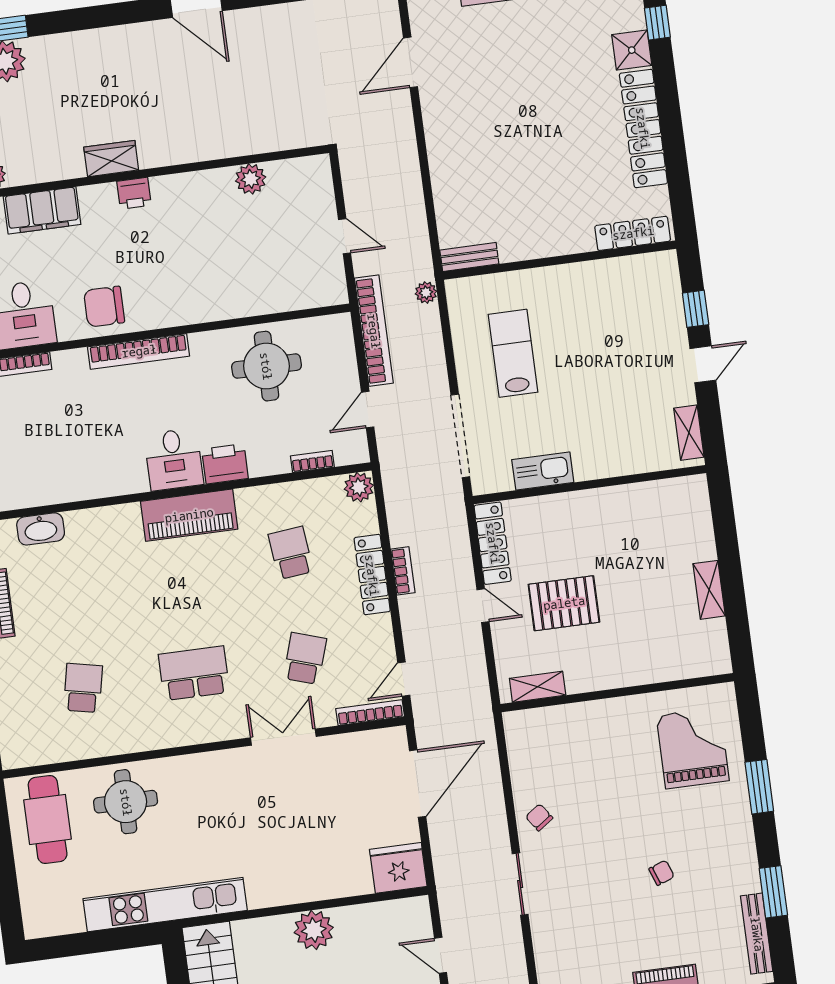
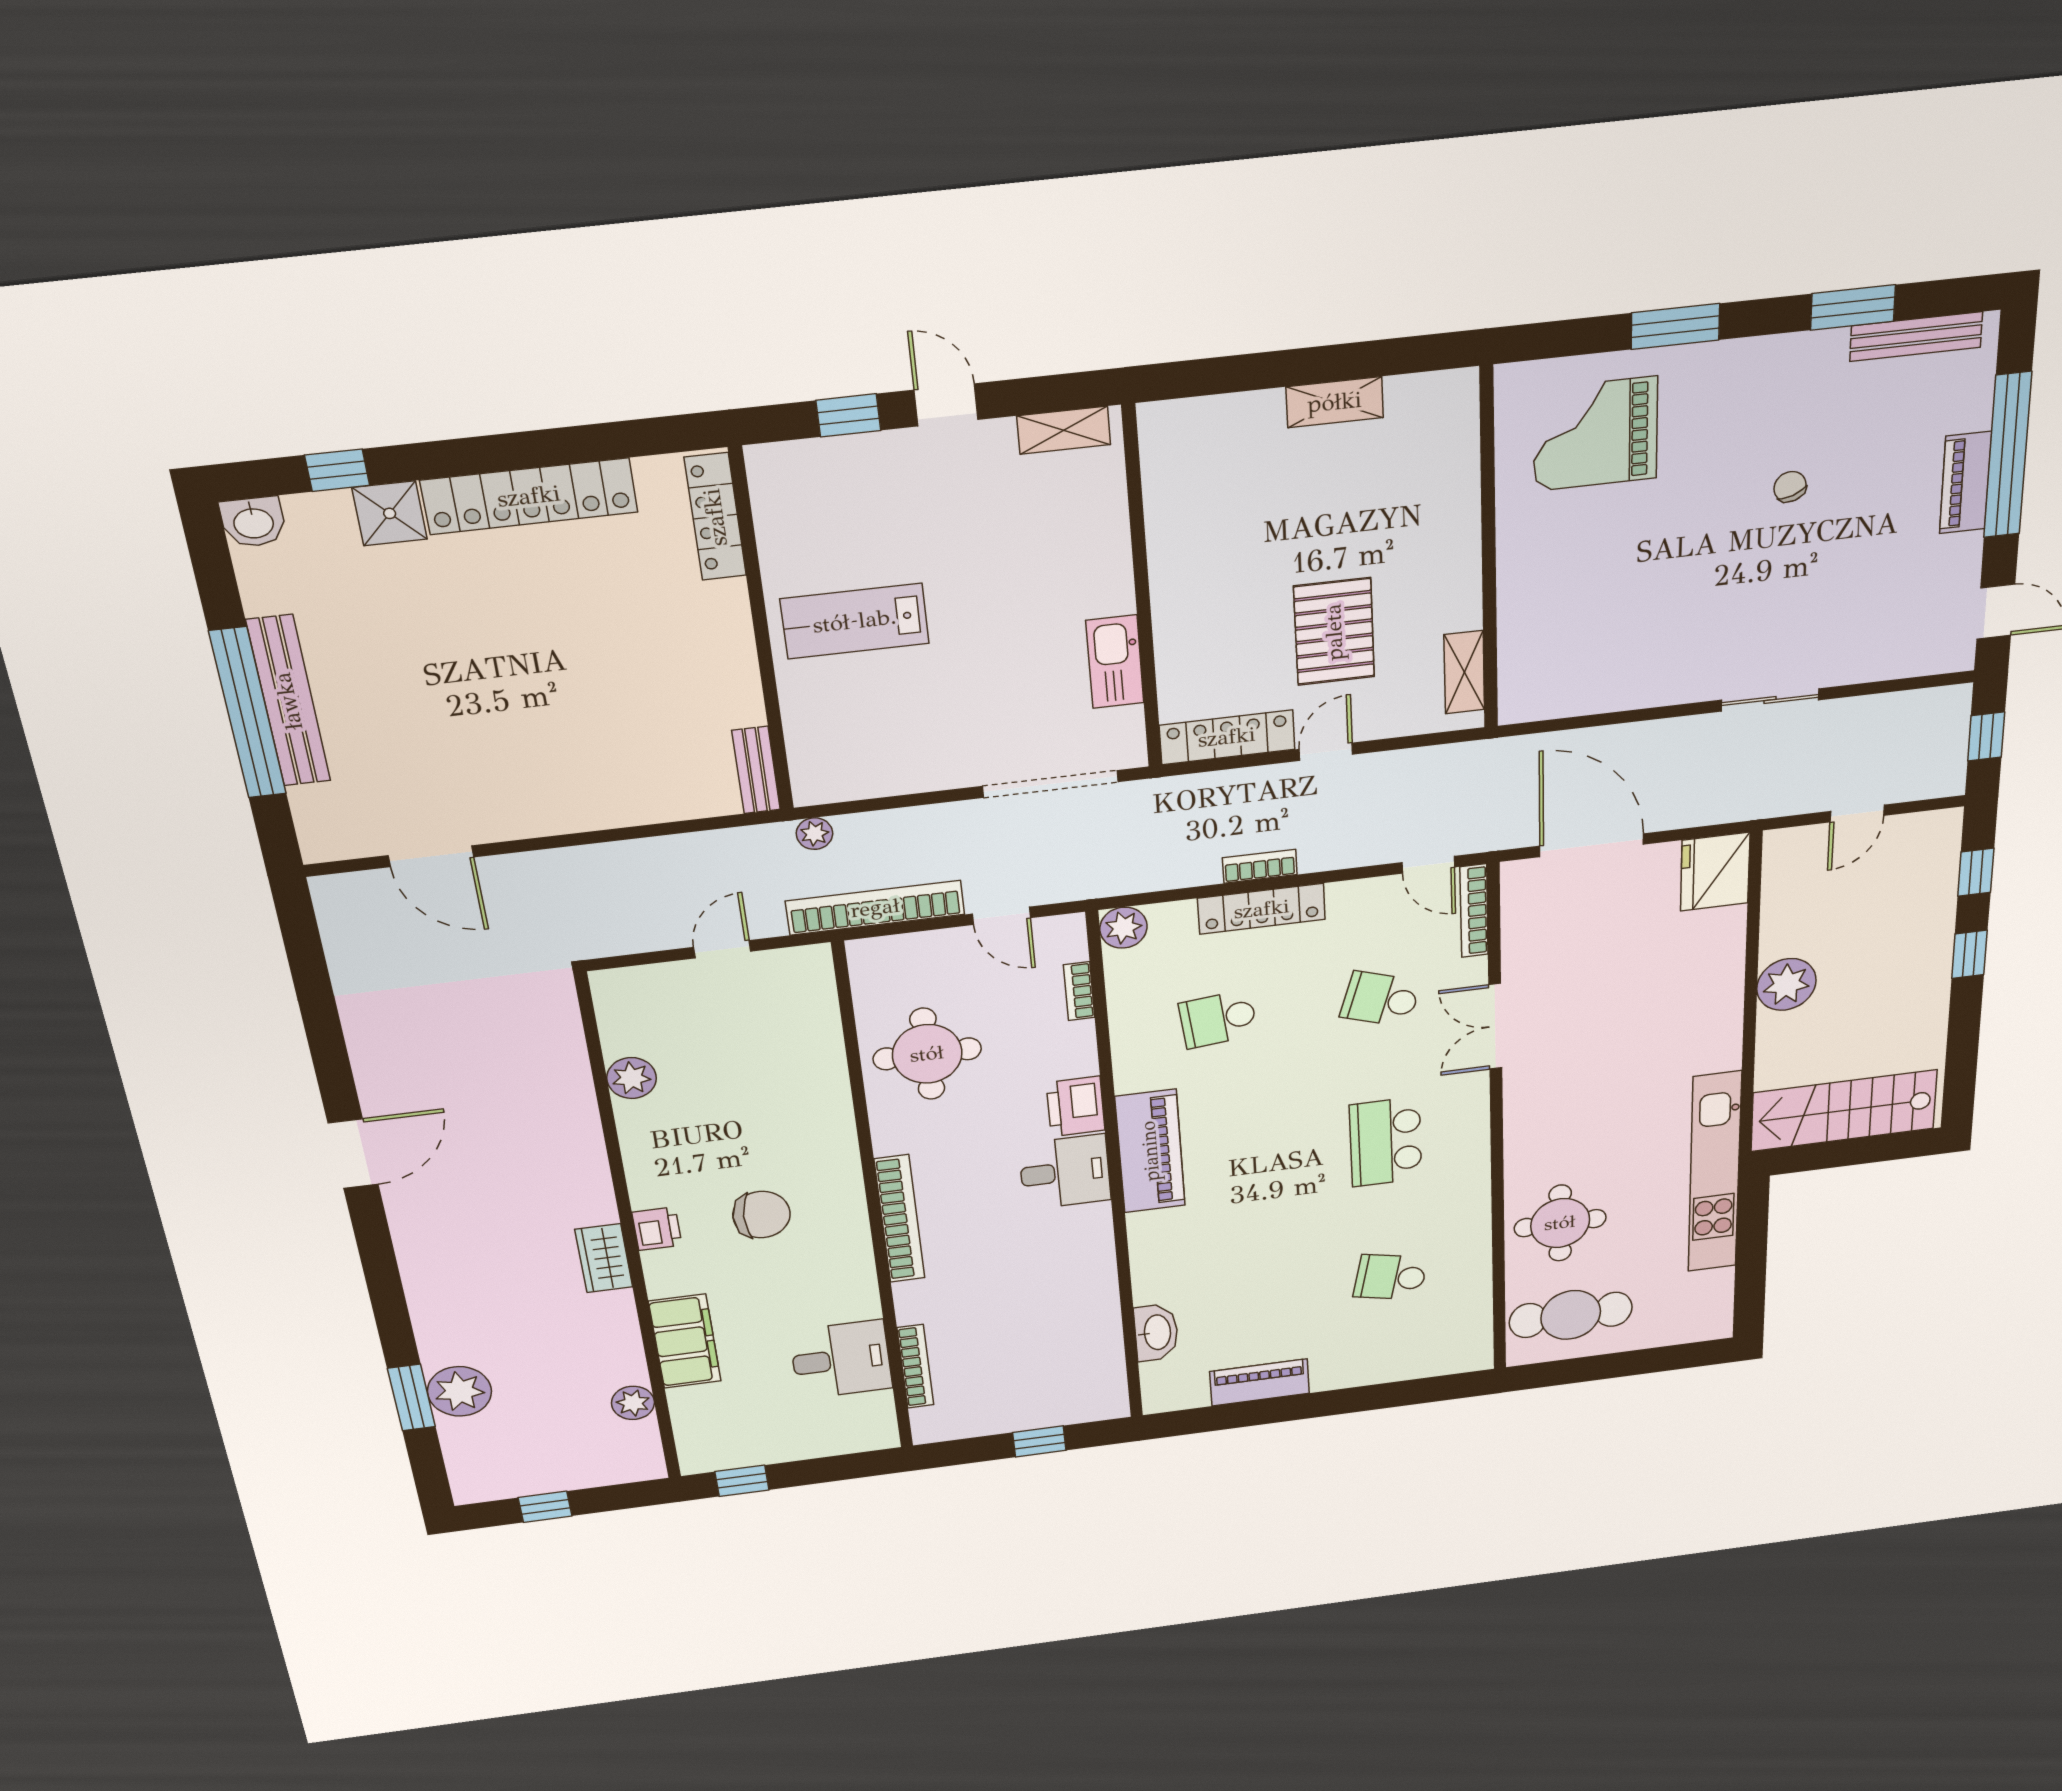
chair: (104, 307) -> (761, 1215), moved, turned -88
lab bench: (513, 353) -> (855, 621), moved
chair: (539, 817) -> (1671, 671), removed

